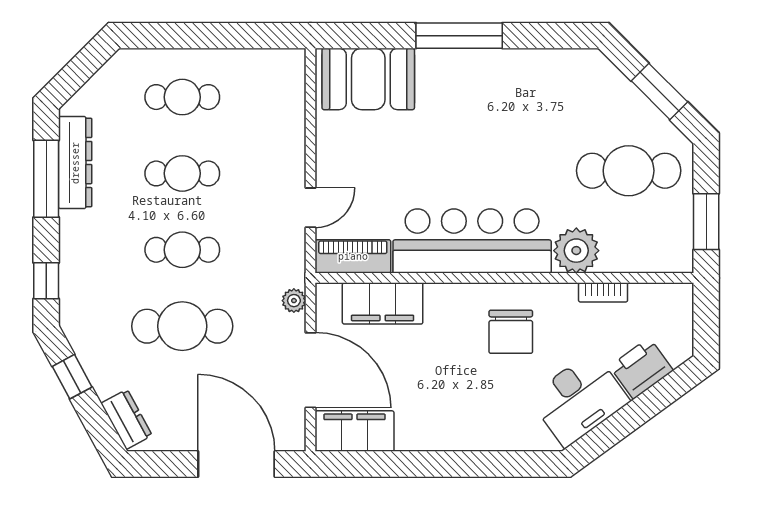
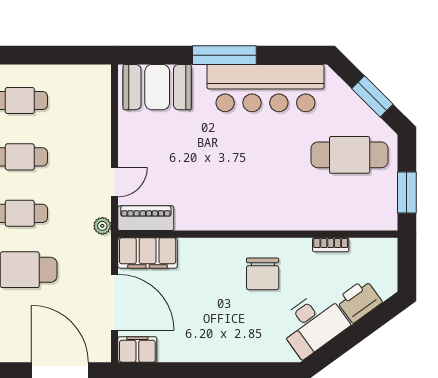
bar counter: (472, 241) -> (265, 88), moved, turned 180
plant: (576, 251) -> (311, 214), removed
plant: (294, 301) -> (102, 226), moved
filing cabinet: (383, 303) -> (148, 253), moved
filing cabinet: (354, 431) -> (137, 349), width x0.67, depth x0.86

